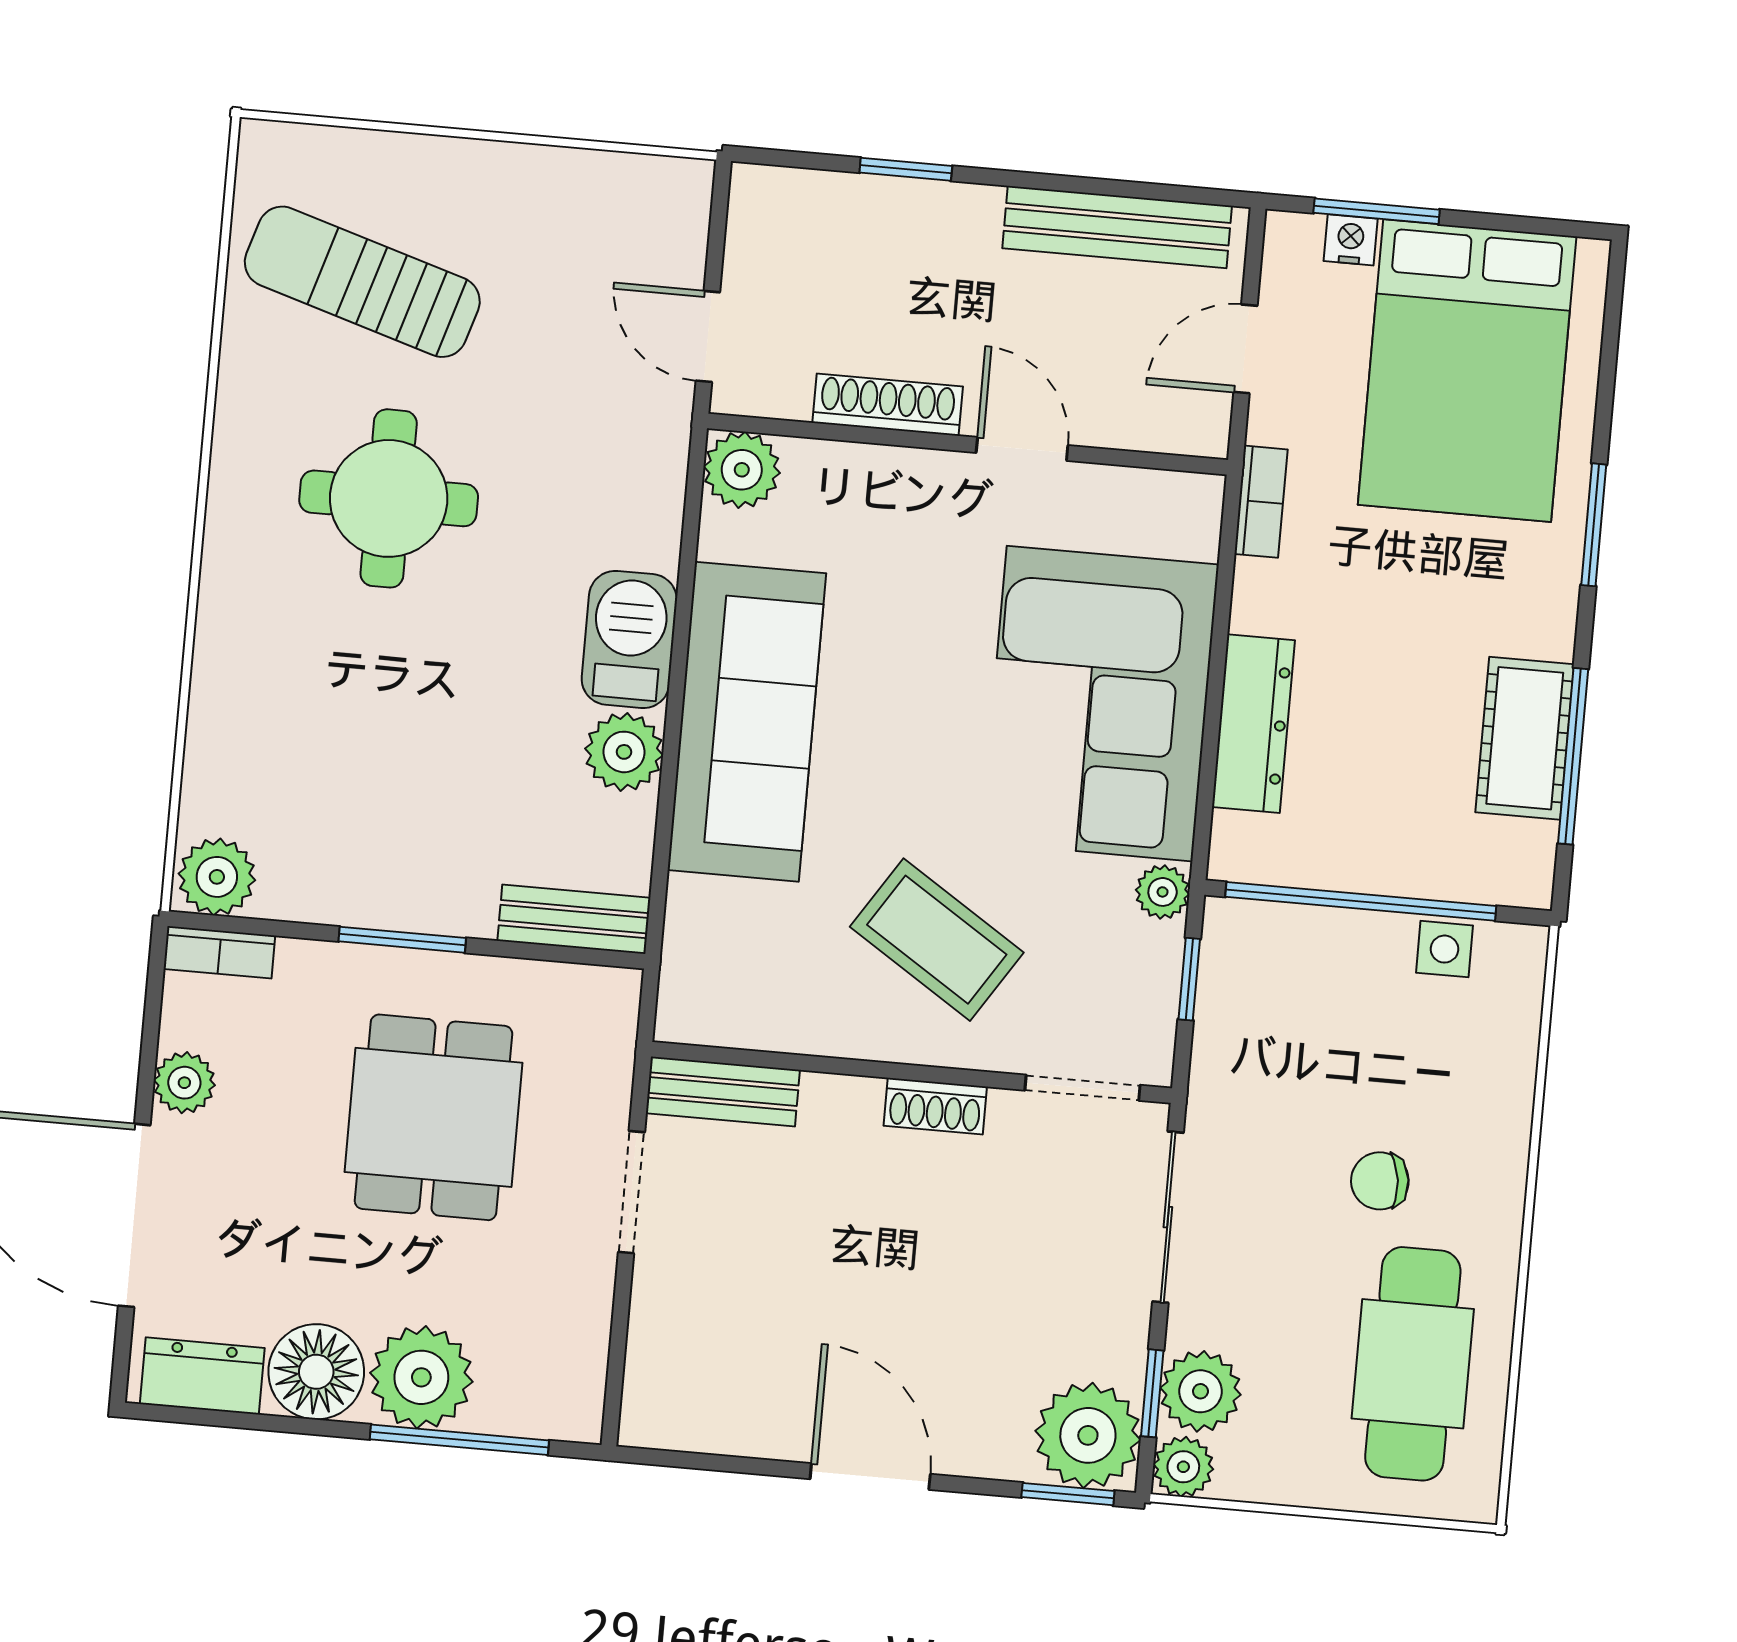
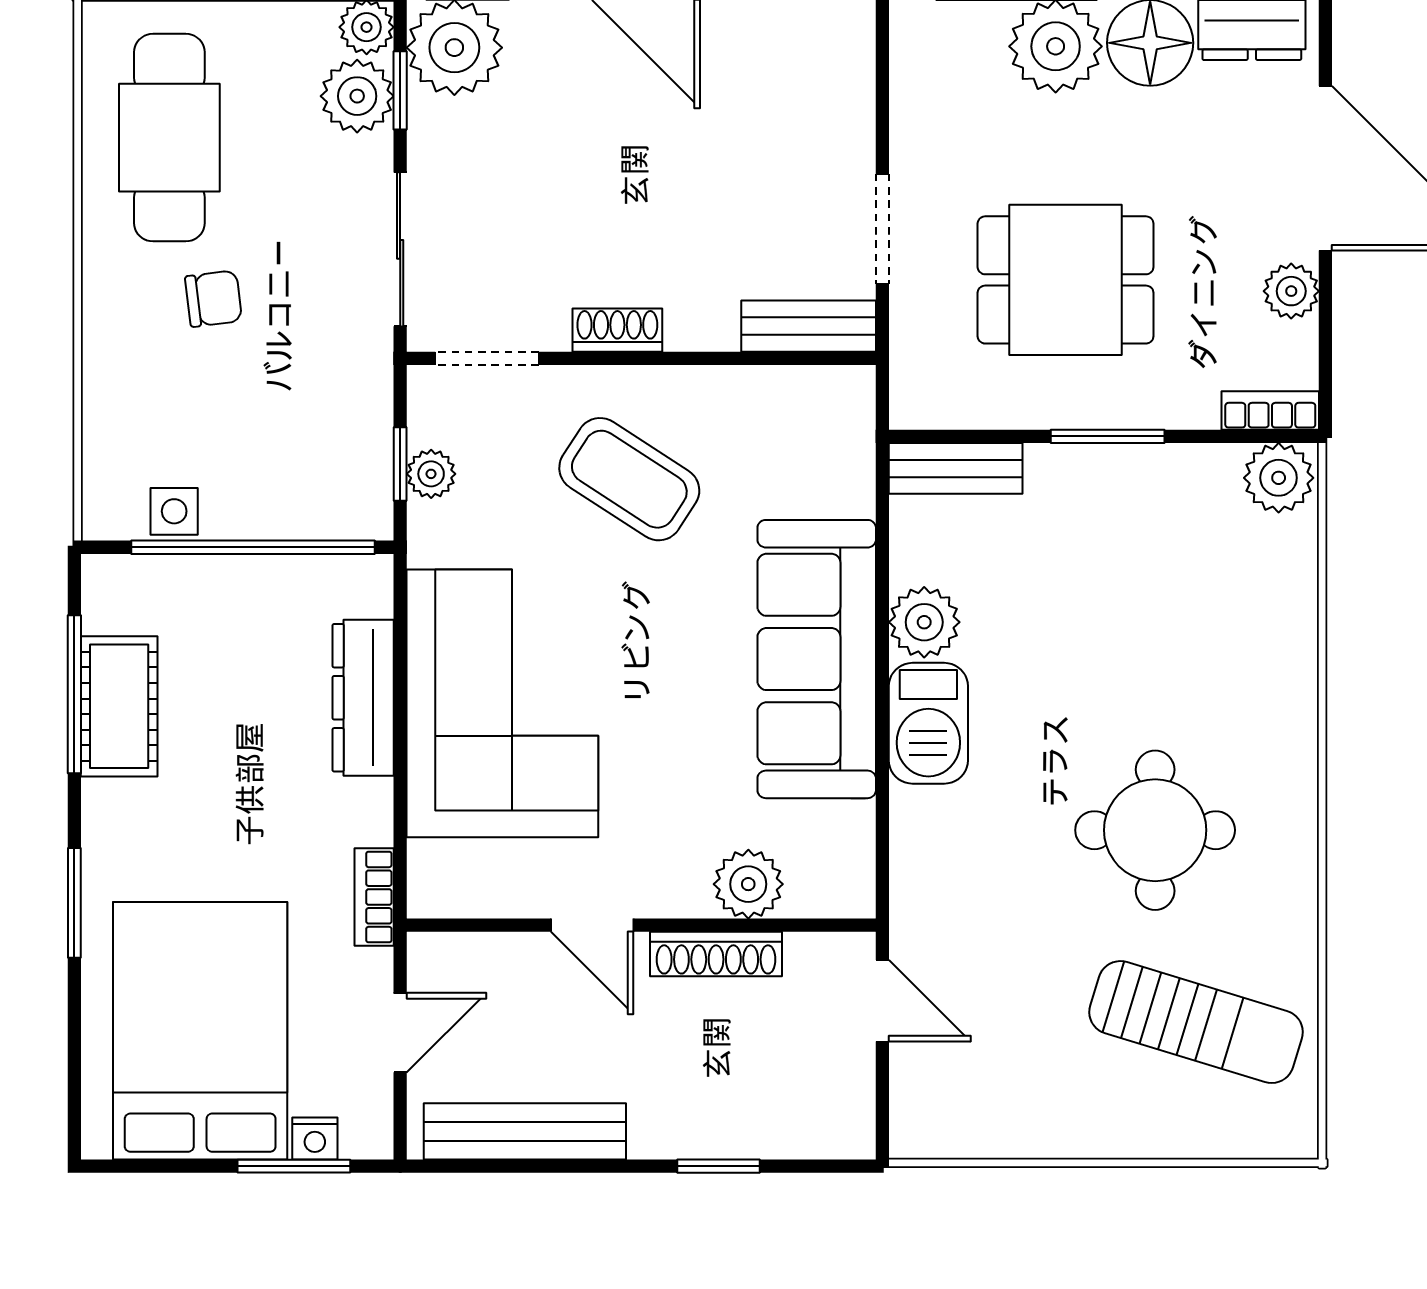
plant: (742, 470) -> (748, 884), moved
plant: (1163, 892) -> (431, 474), moved
dining table: (433, 1117) -> (1066, 280), turned 90

